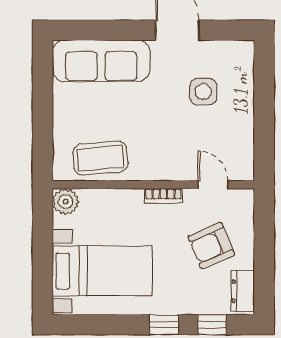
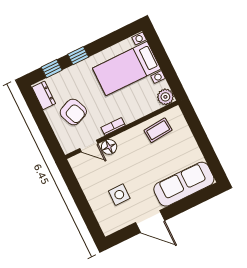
coffee table: (100, 158) -> (158, 130), width x0.73, depth x0.77
floor lamp: (184, 169) -> (109, 147), added
armchair: (211, 246) -> (73, 112), turned 91

